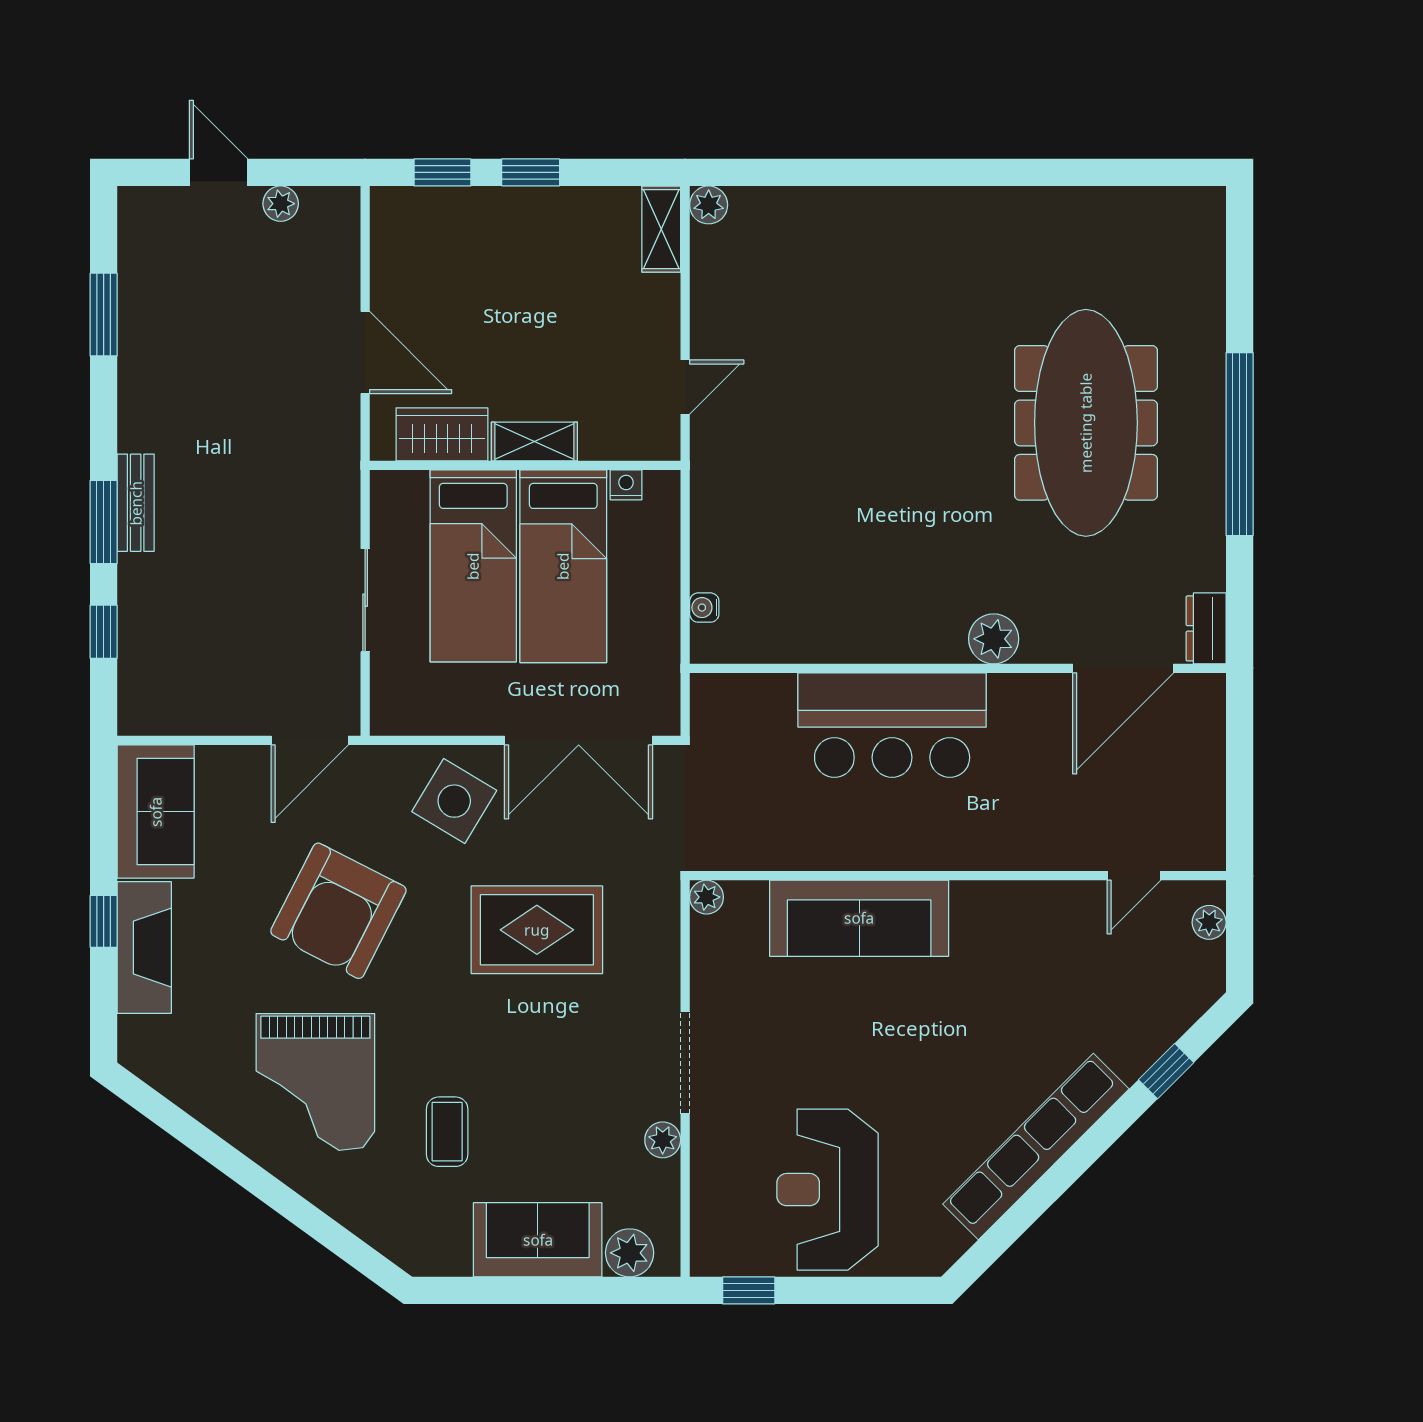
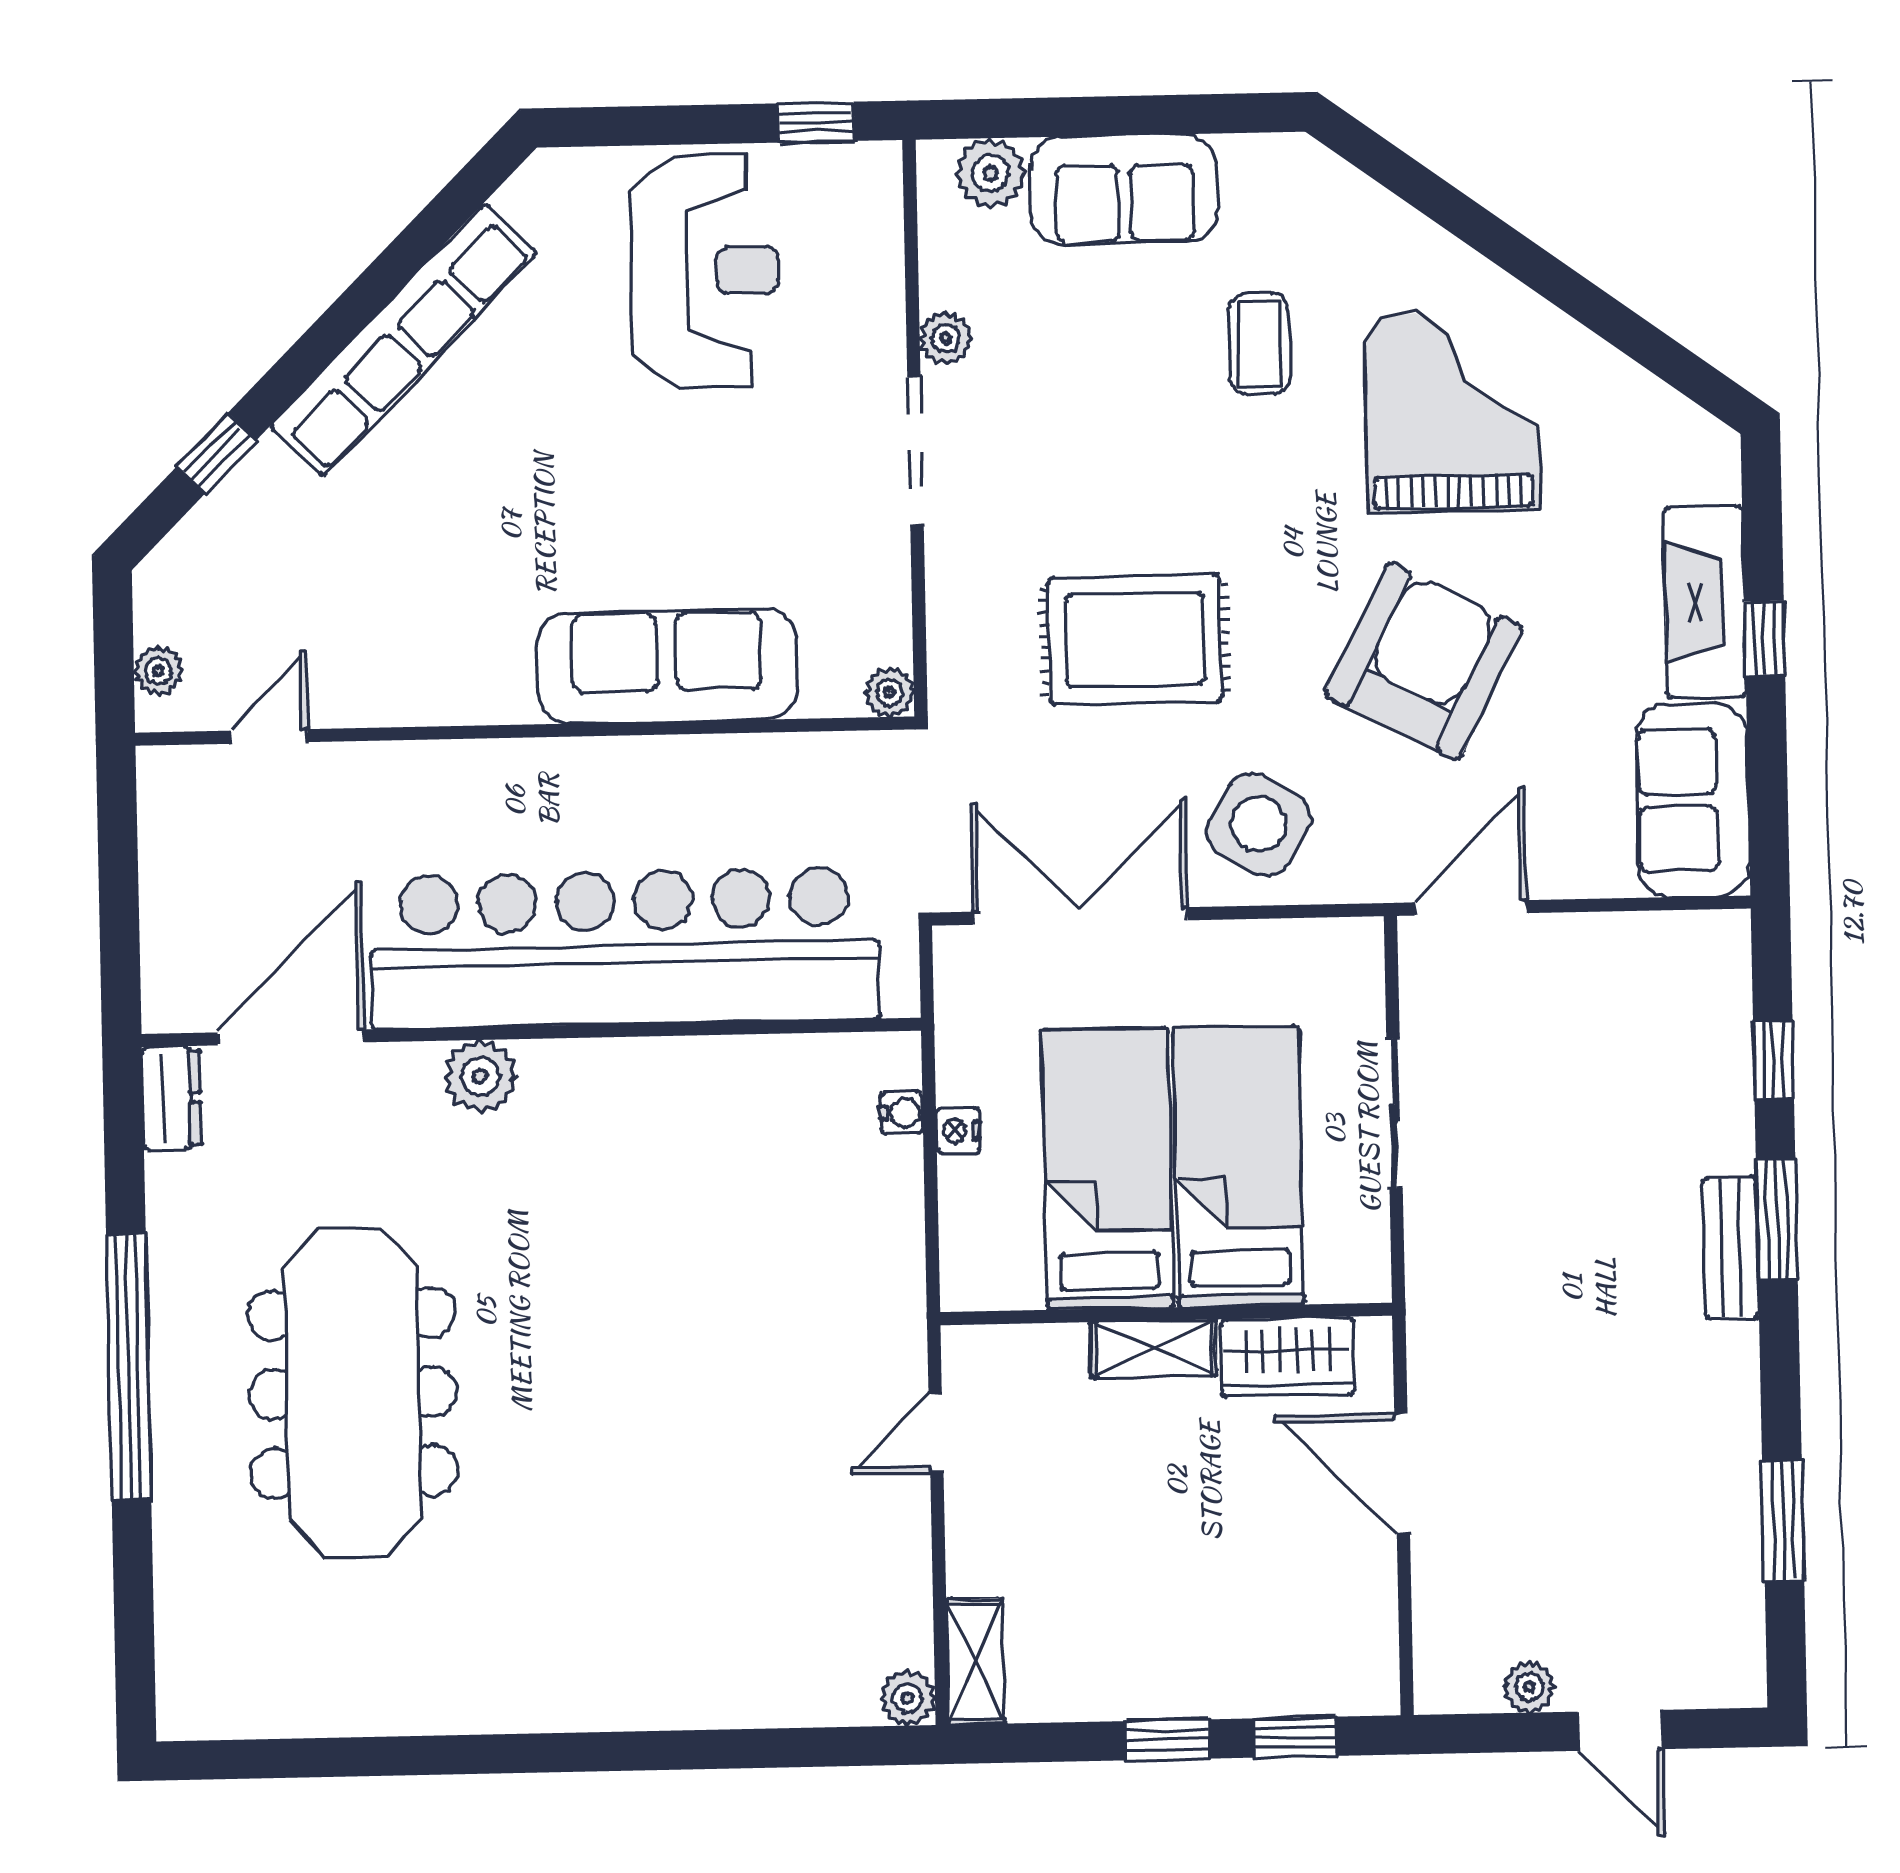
nightstand: (626, 485) -> (958, 1131), moved, turned 90
bar counter: (892, 725) -> (625, 948), width x1.86

